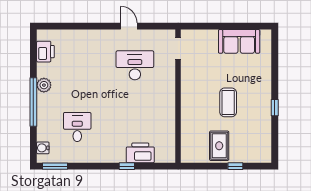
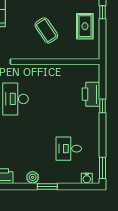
window: (33, 102) -> (47, 186), width x0.47
coffee table: (228, 102) -> (46, 30), moved, turned 56
rug: (219, 146) -> (85, 26), turned 90

